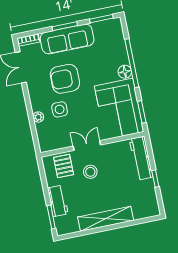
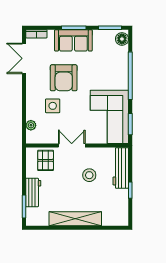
sofa: (67, 39) -> (73, 40), width x0.73
floor lamp: (125, 72) -> (122, 39), moved
armchair: (65, 79) -> (64, 78), turned -90
plant: (38, 117) -> (31, 125), moved
stool: (90, 172) -> (89, 175), moved

